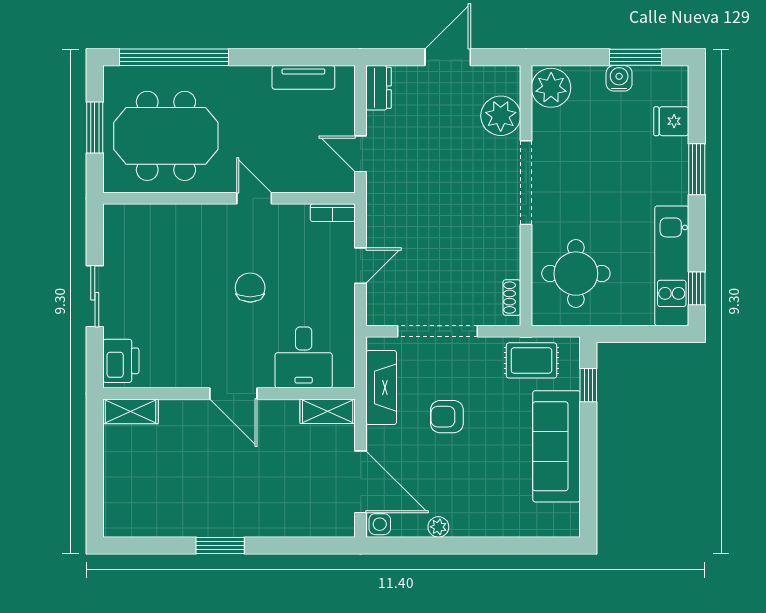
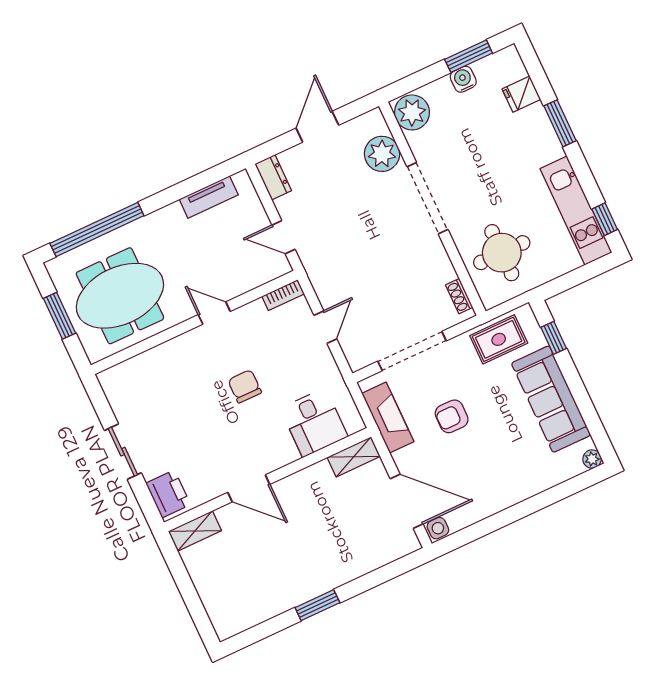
door: (233, 394) -> (249, 488), moved
plant: (438, 527) -> (592, 459), moved

